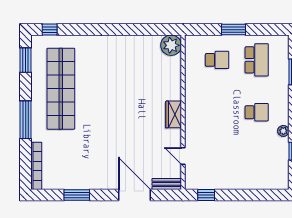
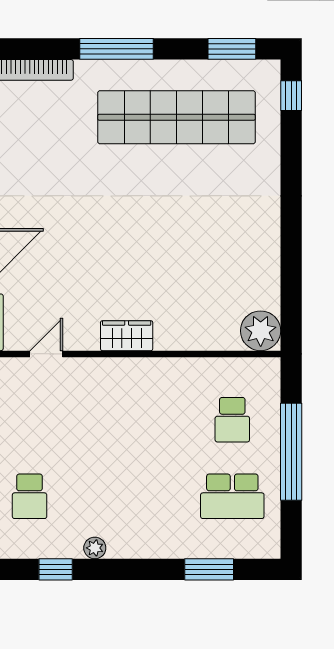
window: (234, 30) -> (291, 452), width x2.11
school desk: (257, 112) -> (30, 496), moved

